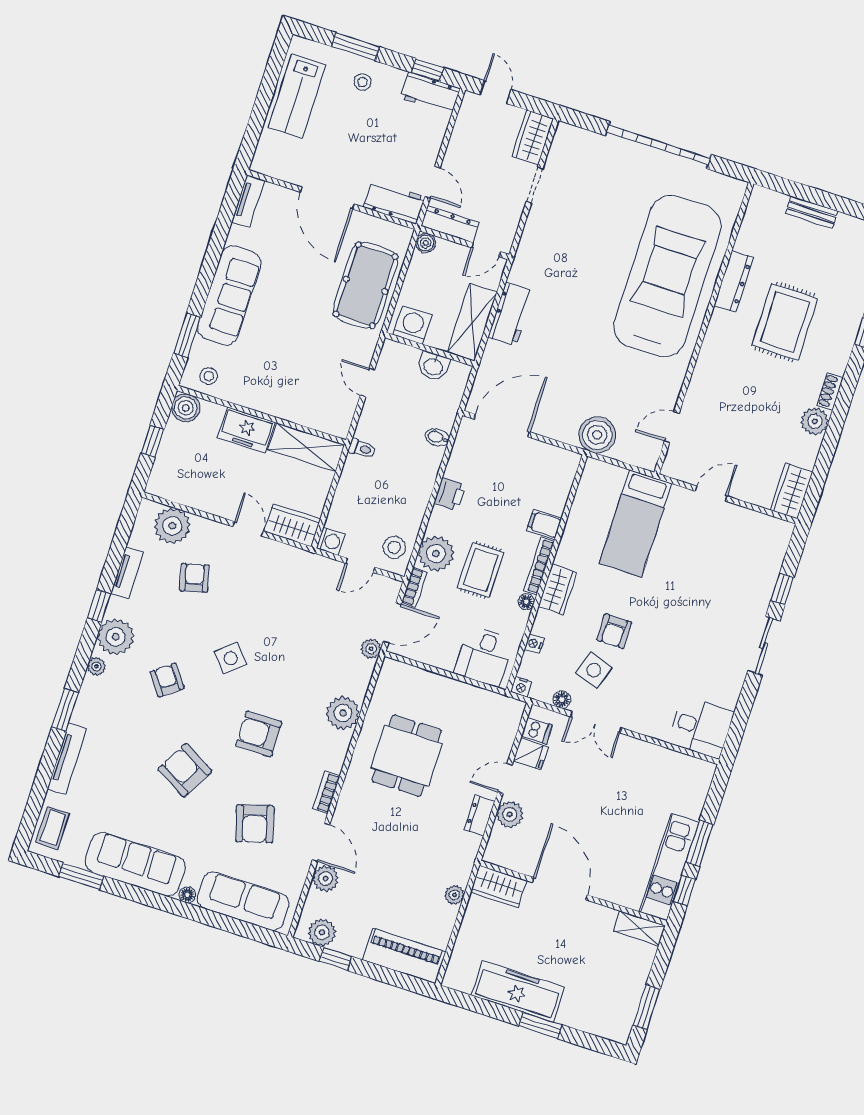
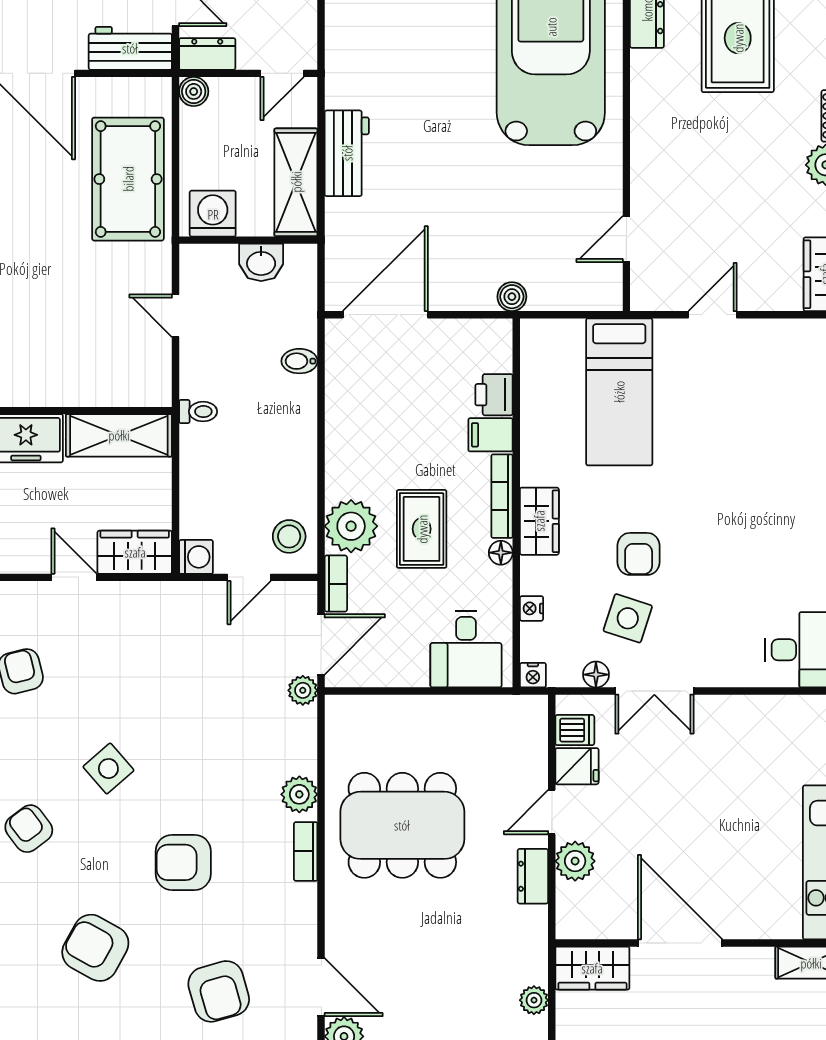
dresser: (450, 224) -> (207, 54), width x0.70
boiler: (597, 435) -> (512, 297), width x0.54, depth x0.54
printer: (450, 494) -> (494, 395), moved, turned 180
plant: (343, 713) -> (299, 794), width x0.73, depth x0.73
dining table: (407, 756) -> (402, 825), width x1.38
bookcase: (326, 792) -> (306, 851), moved

